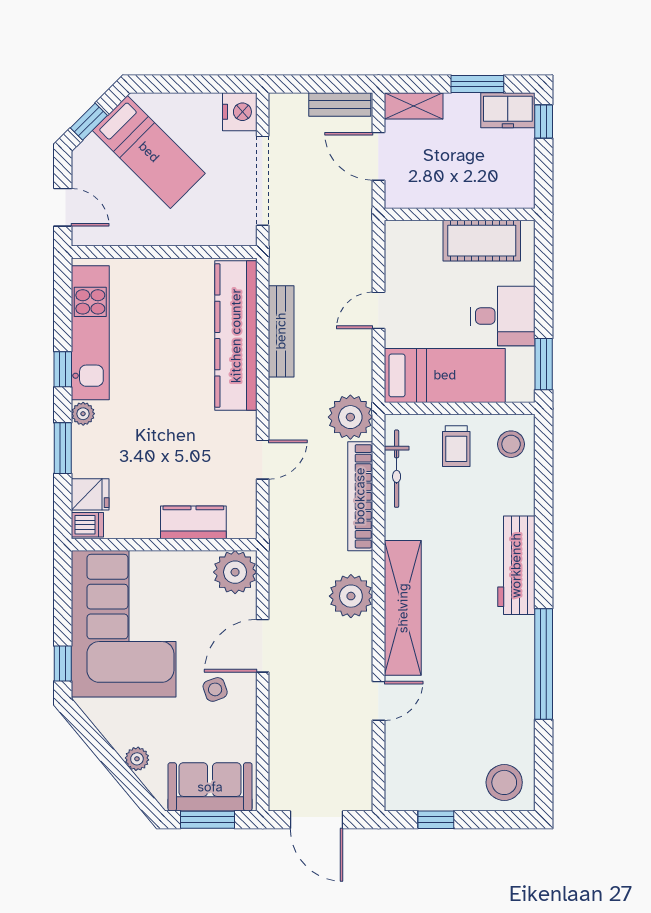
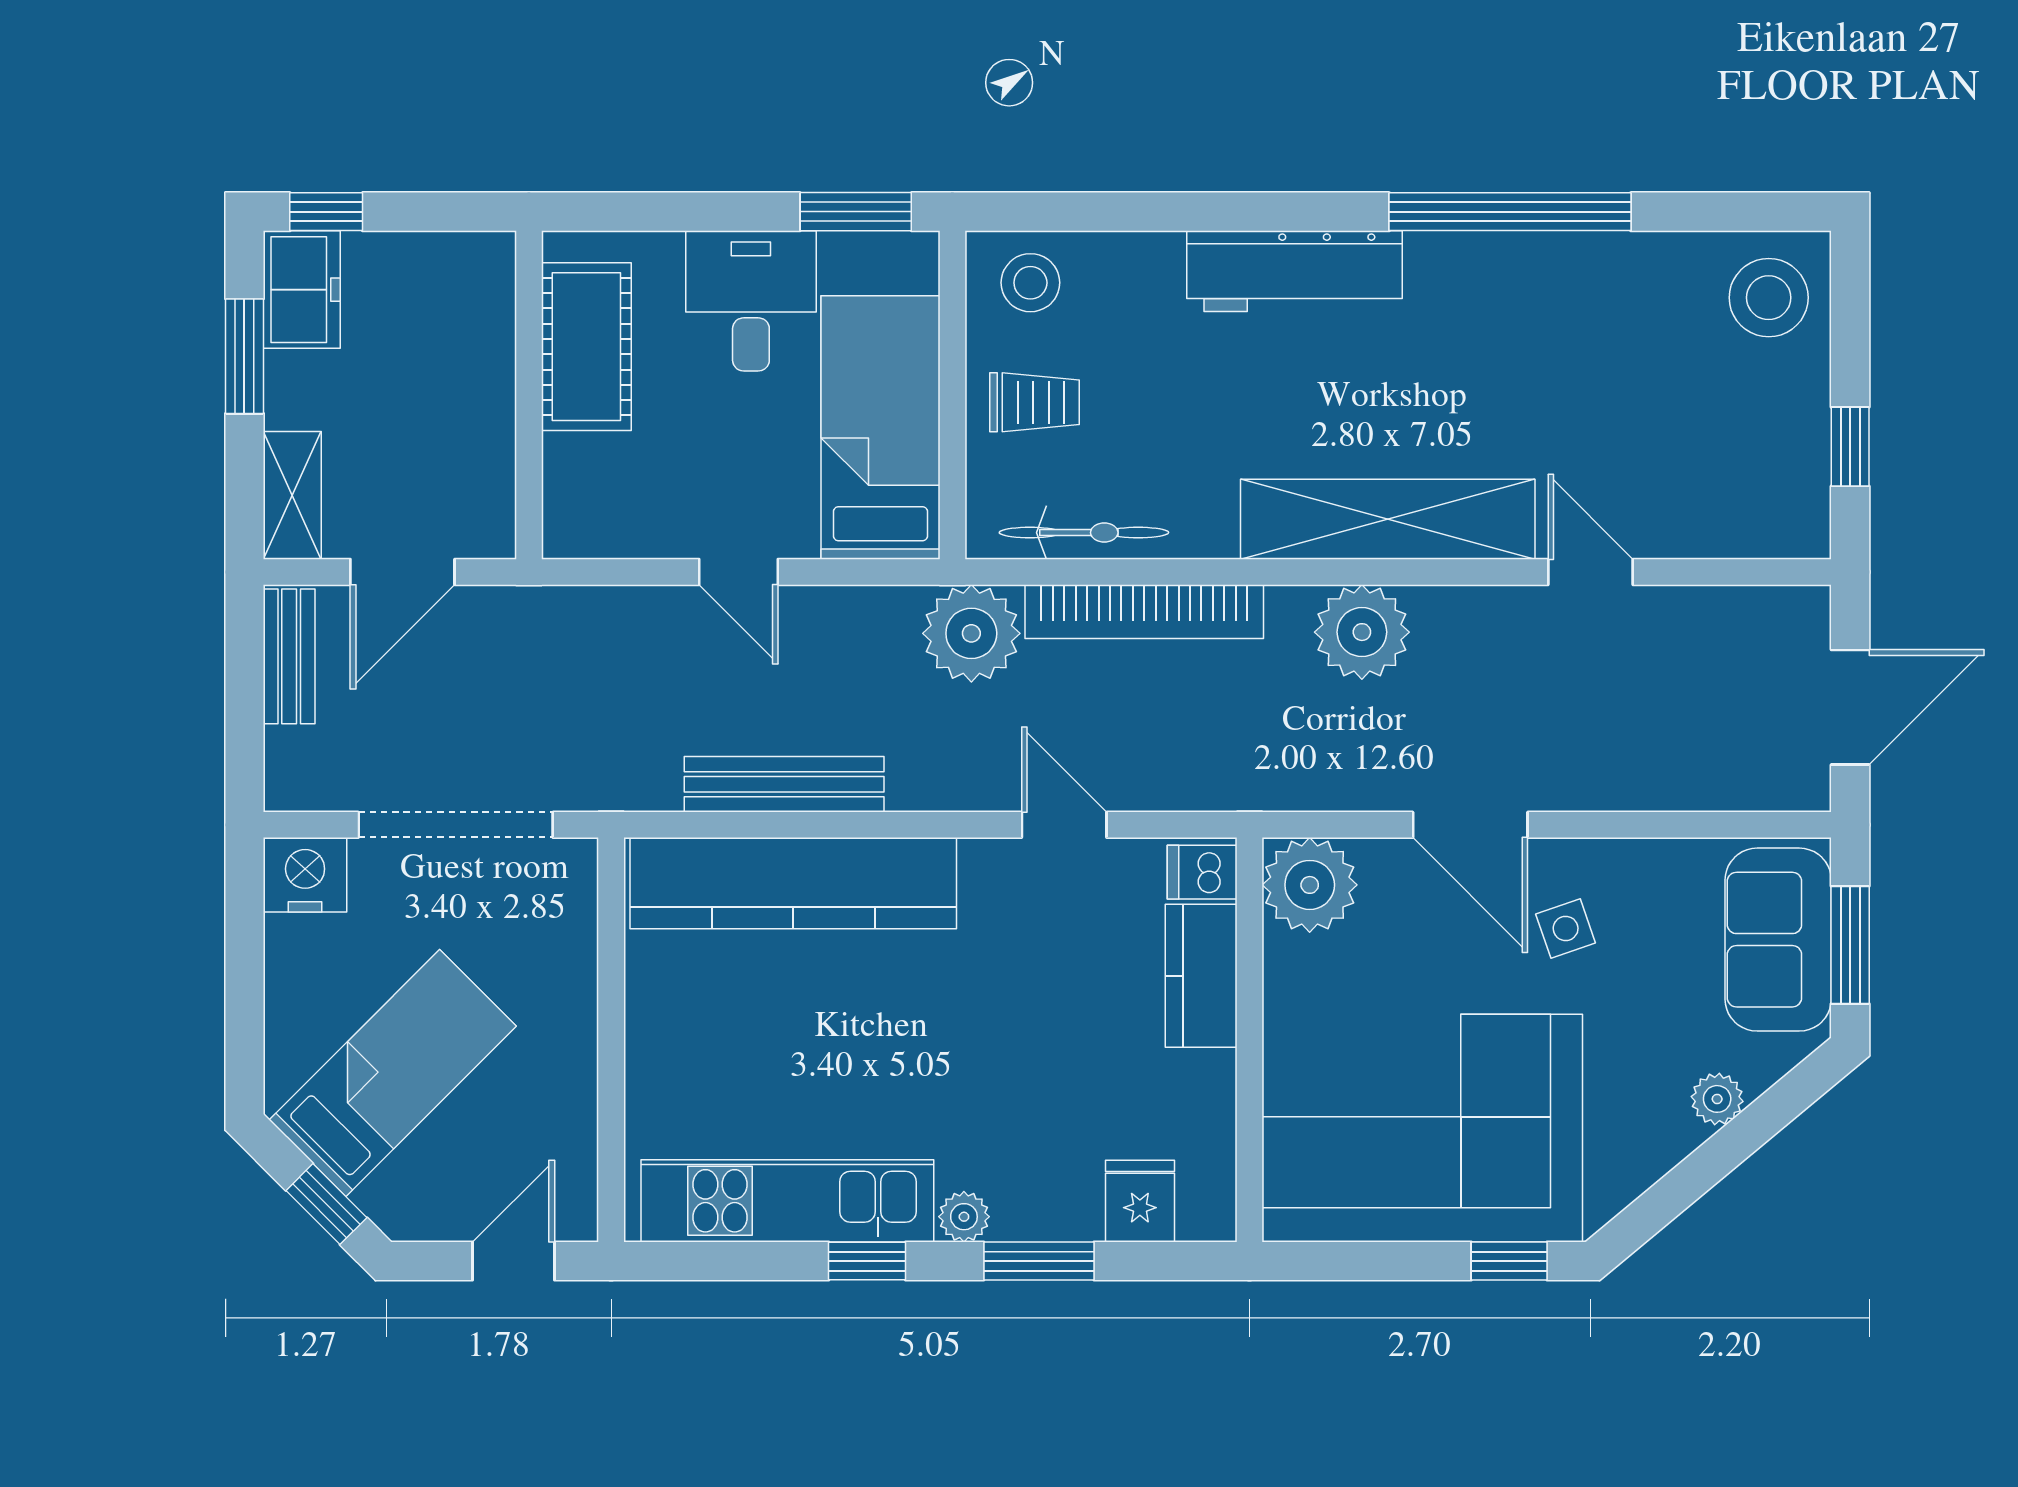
dishwasher: (87, 525) -> (1202, 872), moved, turned -90

